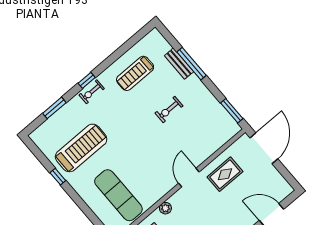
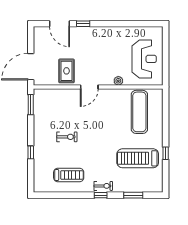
bench: (179, 64) -> (38, 159), removed
window: (192, 64) -> (31, 152), width x0.46
rug: (225, 174) -> (66, 71), turned 90

